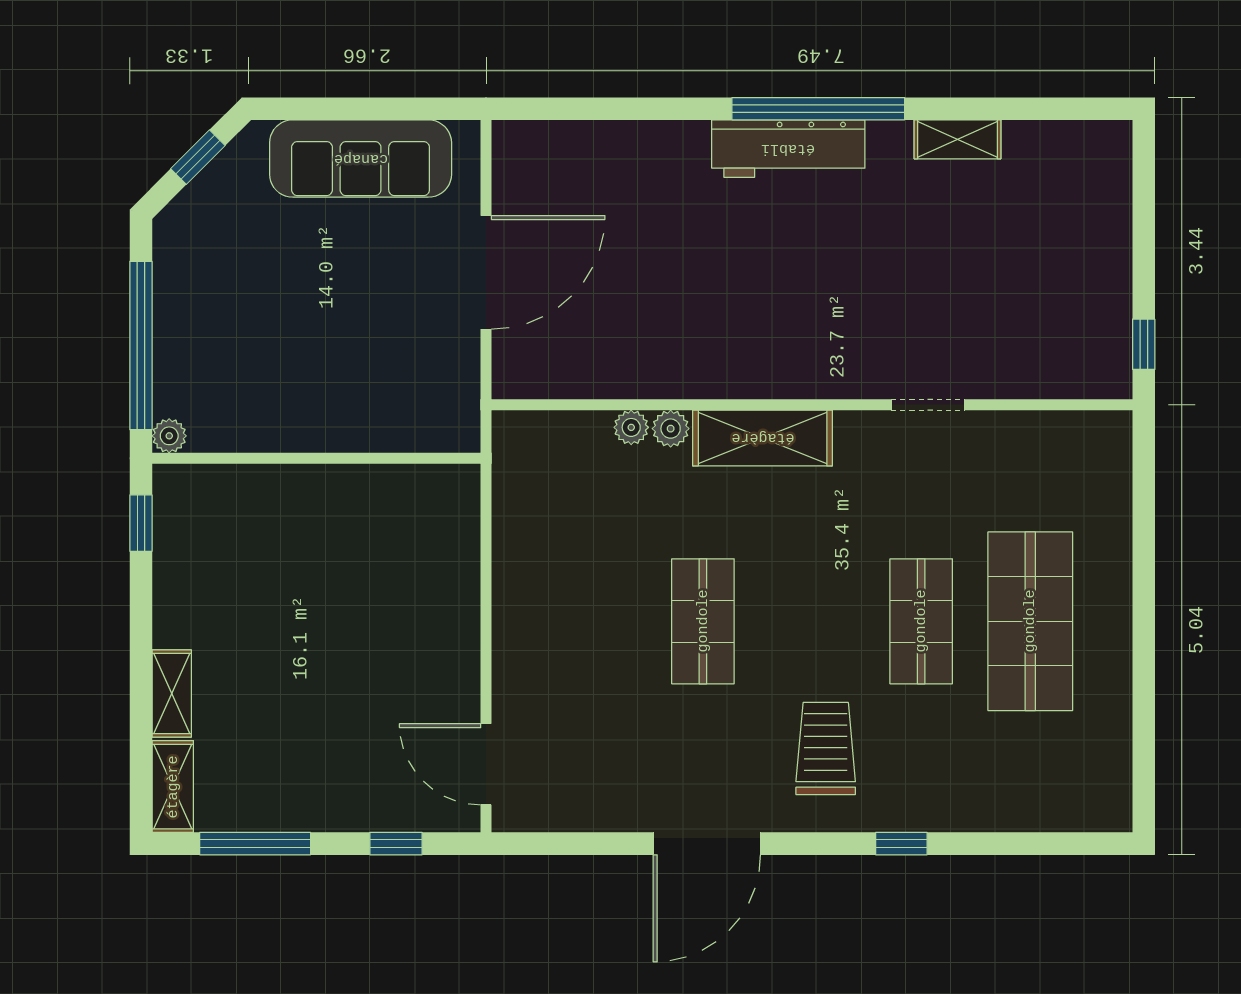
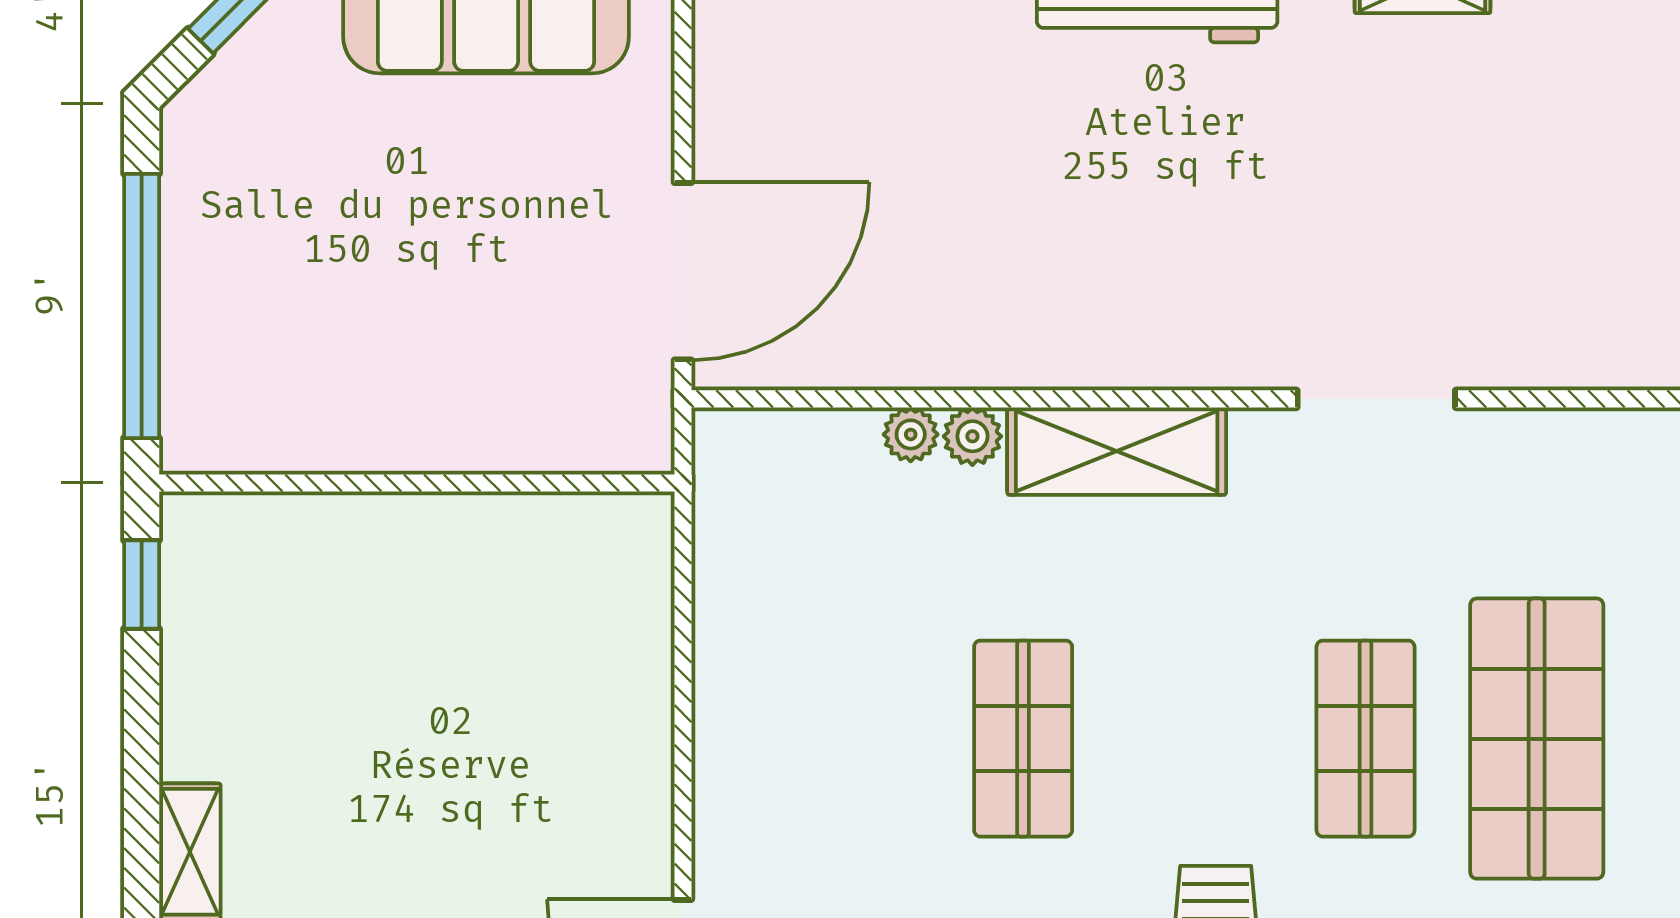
door: (486, 272) -> (683, 271), moved
doorway: (928, 405) -> (1376, 399), width x1.38
plant: (169, 436) -> (186, 448), removed

